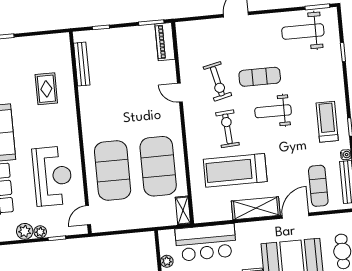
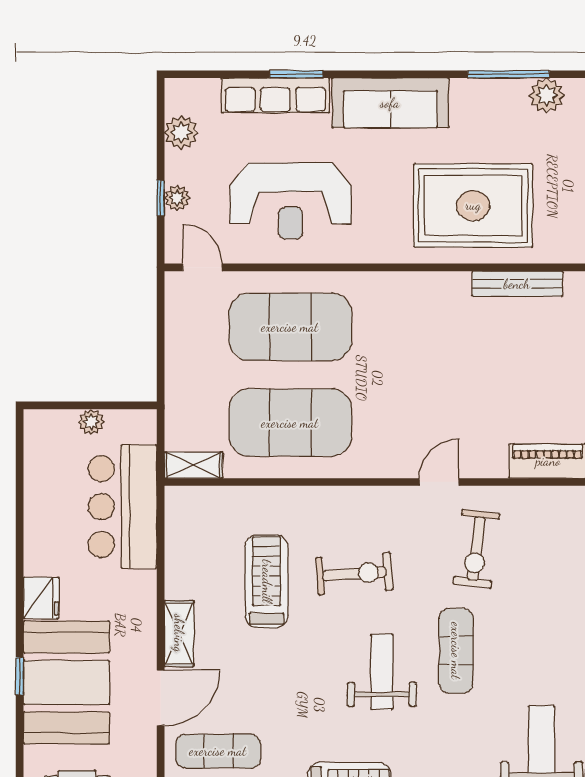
exercise bike: (217, 81) -> (476, 549), moved, turned -70
rug: (46, 89) -> (473, 205), width x1.86, depth x2.06
treadmill: (235, 170) -> (267, 581), width x0.73, depth x0.73
shelving: (256, 208) -> (179, 633), width x0.67, depth x0.75
door: (295, 216) -> (161, 698), hinge flipped
plant: (40, 232) -> (177, 198), moved

